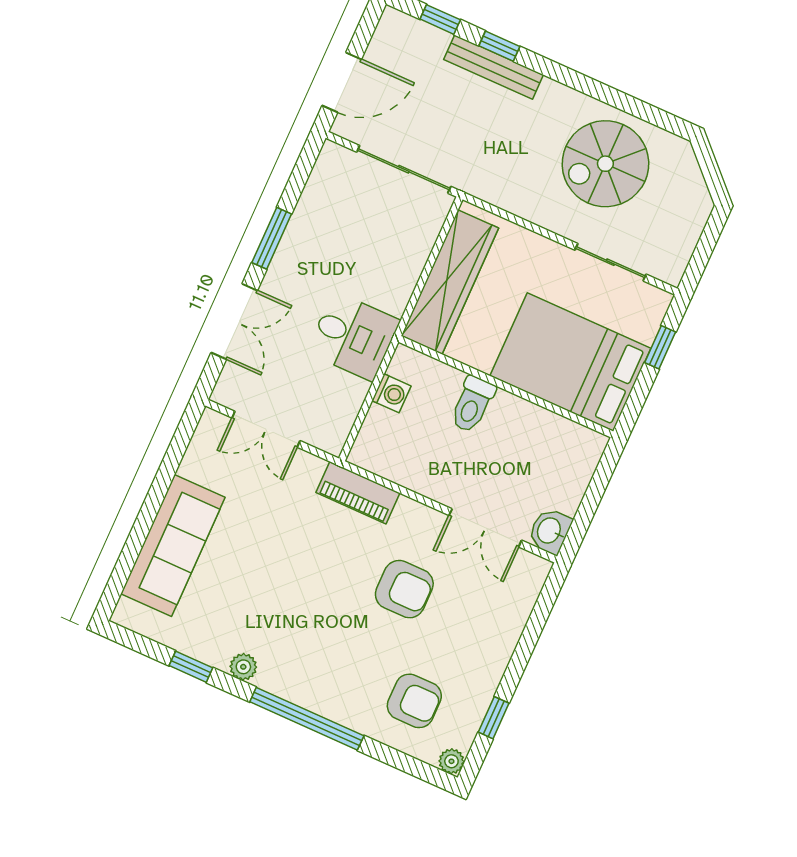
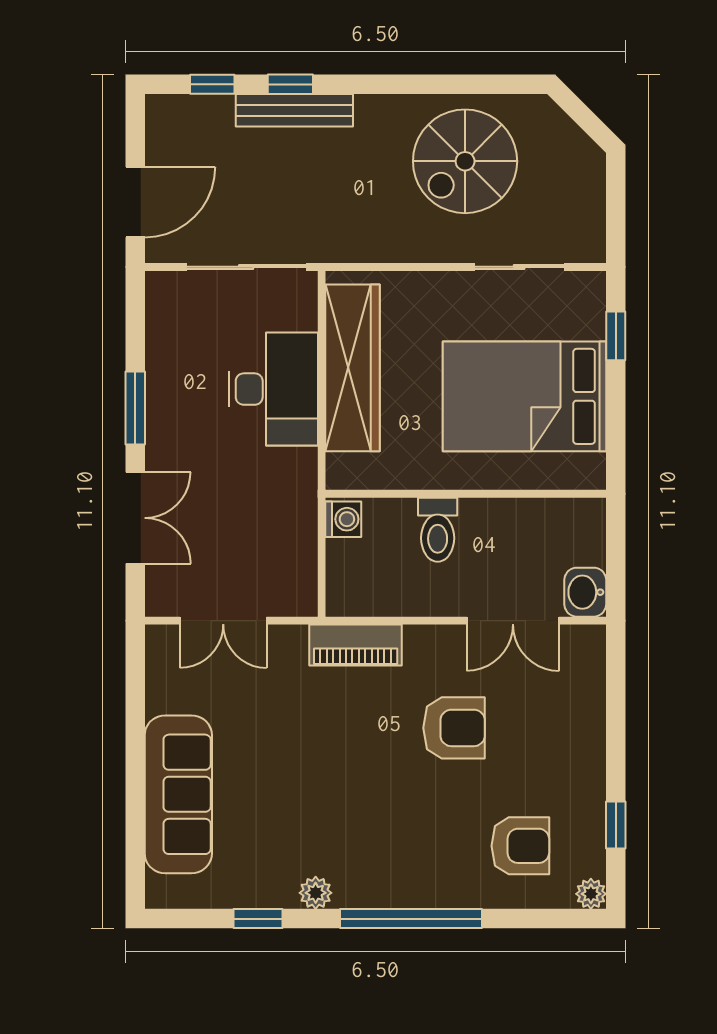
desk: (353, 336) -> (273, 389), moved, width x1.37
wall: (506, 387) -> (466, 494), moved
toilet: (472, 404) -> (438, 530), moved

